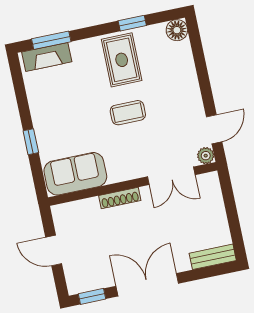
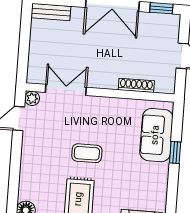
sofa: (75, 174) -> (156, 135), moved, turned 90
shoe rack: (120, 198) -> (136, 85), moved

